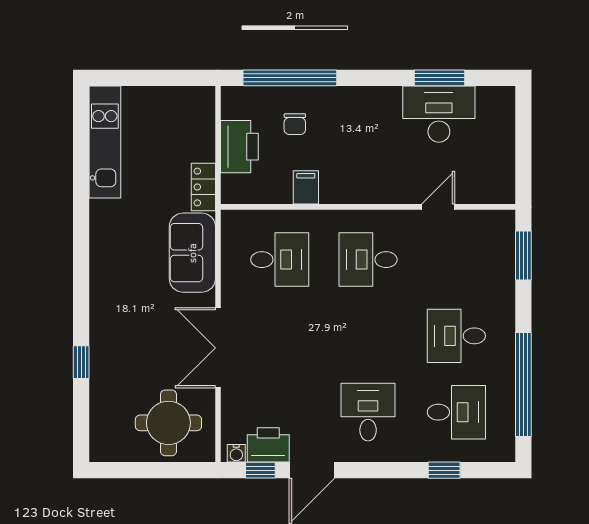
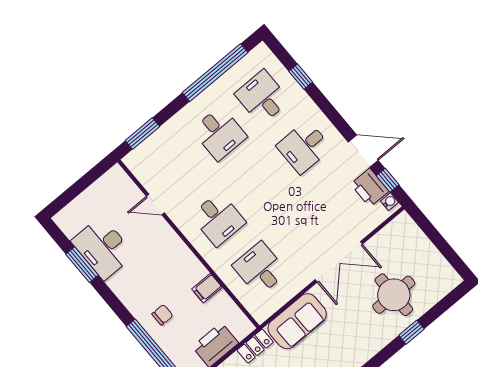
chair: (295, 124) -> (162, 315), moved
round table: (168, 423) -> (394, 295), moved

